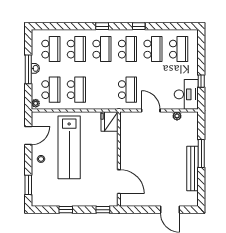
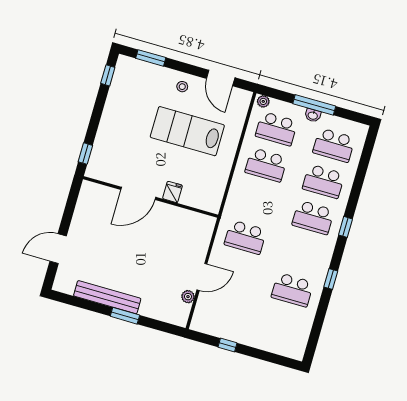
school desk: (127, 49) -> (303, 254), removed
school desk: (179, 49) -> (282, 326), removed
desk: (186, 94) -> (215, 318), removed
door: (151, 110) -> (202, 277), moved
fridge: (109, 121) -> (172, 192), moved, width x0.53, depth x0.75
lab bench: (69, 147) -> (187, 131), width x0.73
window: (201, 153) -> (125, 316), width x0.69
door: (119, 182) -> (138, 193), moved
window: (66, 210) -> (108, 75), moved

